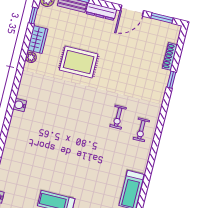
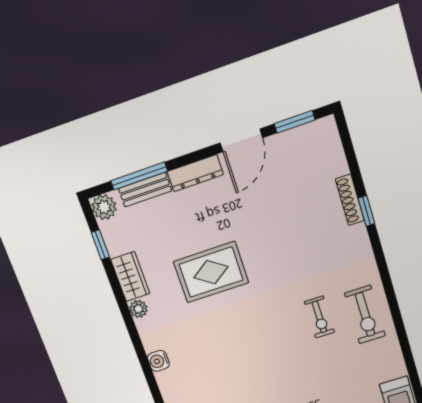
shoe rack: (170, 56) -> (350, 200), moved
water cooler: (20, 105) -> (158, 361), moved
exercise bike: (141, 130) -> (365, 314), width x1.38, depth x1.39

